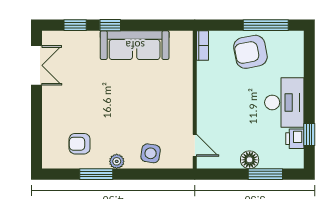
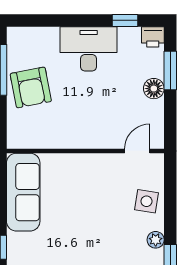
sofa: (135, 45) -> (23, 192), moved
bookcase: (202, 45) -> (24, 142), removed
printer: (295, 139) -> (153, 37), moved

